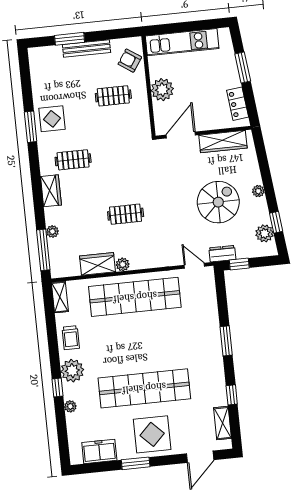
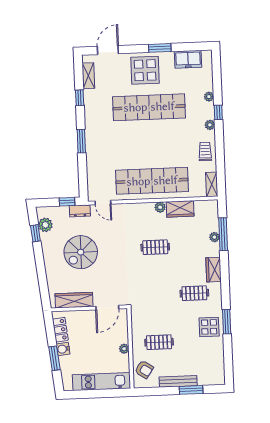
water cooler: (233, 80) -> (63, 349), added
plant: (162, 90) -> (124, 349), width x0.53, depth x0.53
plant: (258, 191) -> (48, 259), removed
window: (43, 250) -> (223, 234), moved
plant: (72, 371) -> (210, 125), width x0.53, depth x0.53

